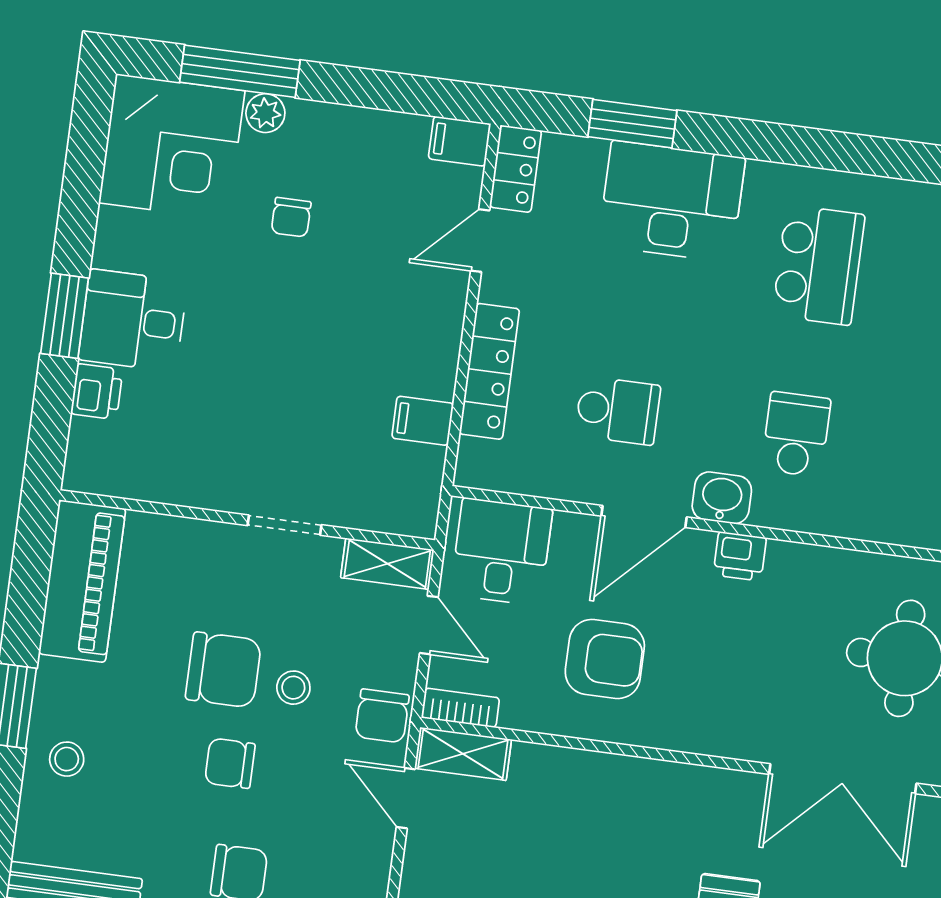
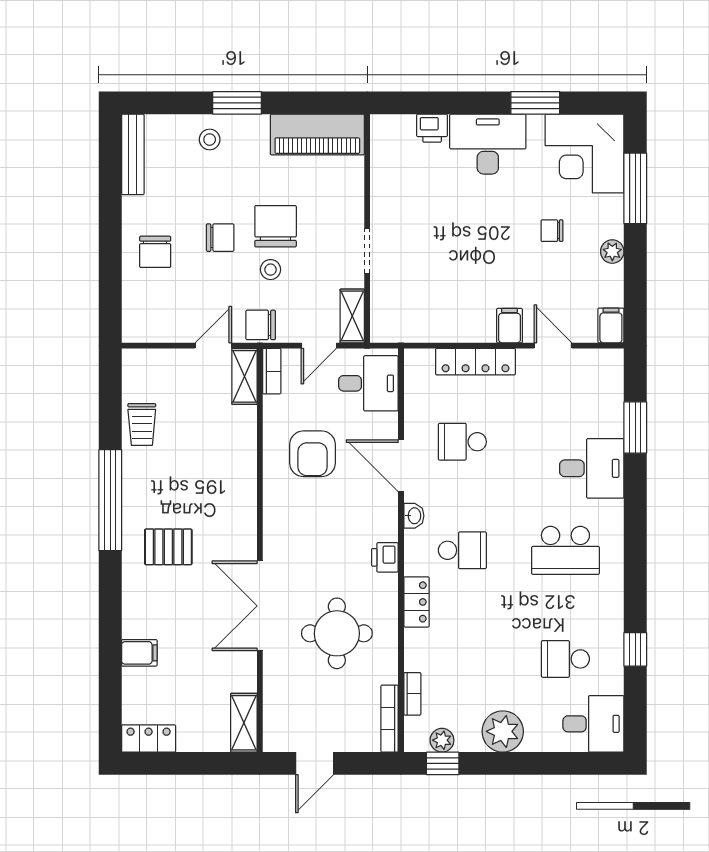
plant: (265, 113) -> (612, 252), moved
locker: (516, 169) -> (416, 602), moved, turned -90
desk: (672, 201) -> (592, 468), width x0.73
window: (65, 316) -> (535, 103), moved
desk: (133, 321) -> (488, 144), width x1.37
school desk: (618, 410) -> (462, 442), turned 90
filing cabinet: (423, 421) -> (510, 326), moved
washbasin: (722, 498) -> (414, 516), width x0.72, depth x0.69
printer: (740, 556) -> (385, 557), moved
chair: (223, 670) -> (276, 226), turned 180
chair: (230, 763) -> (220, 238), turned 90

